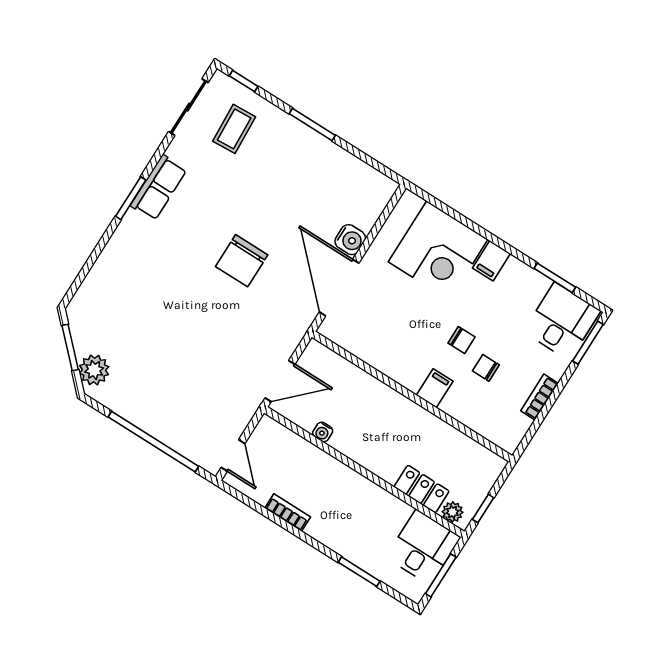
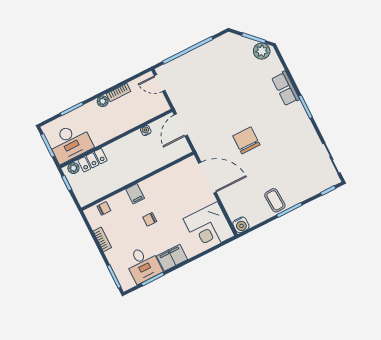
coffee table: (234, 129) -> (275, 200), moved
row of seats: (159, 188) -> (286, 89), moved
water cooler: (350, 240) -> (241, 225), moved, turned -90
corner desk: (438, 251) -> (209, 227), moved, turned -90
filing cabinet: (491, 261) -> (172, 258), width x2.00
desk: (562, 321) -> (143, 264), moved
chair: (486, 368) -> (104, 208), moved
plant: (94, 370) -> (262, 51), moved
plant: (317, 529) -> (103, 101), added
desk: (423, 547) -> (70, 143), width x1.37

